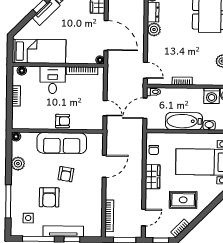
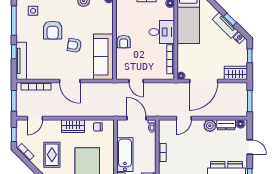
door: (145, 70) -> (184, 118), moved
door: (105, 108) -> (136, 81), hinge flipped
sofa: (62, 143) -> (103, 57), moved
door: (104, 166) -> (70, 81), moved
armchair: (49, 197) -> (53, 30), turned -90
door: (144, 218) -> (35, 118), hinge flipped
tv unit: (63, 231) -> (21, 61), moved

